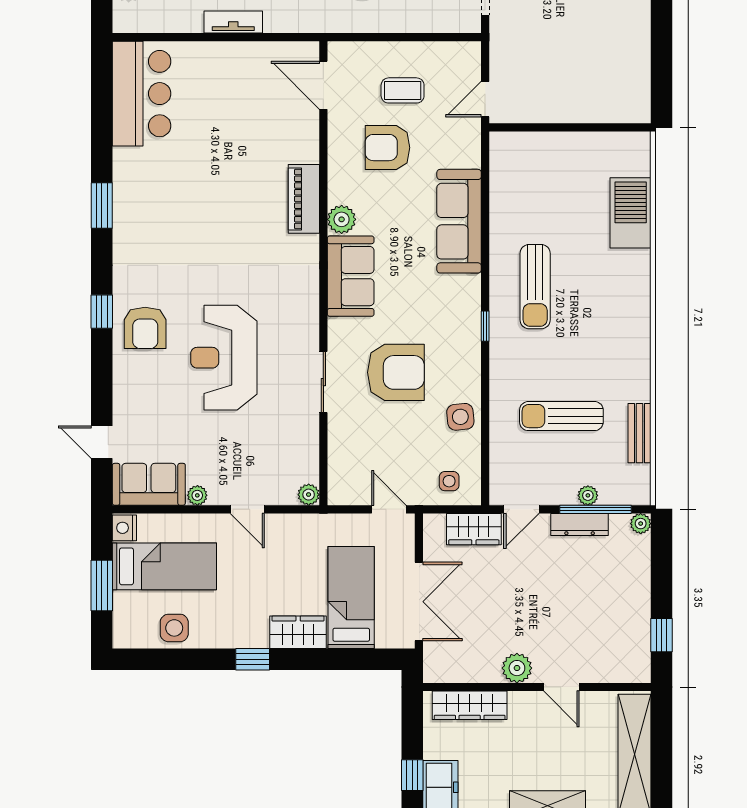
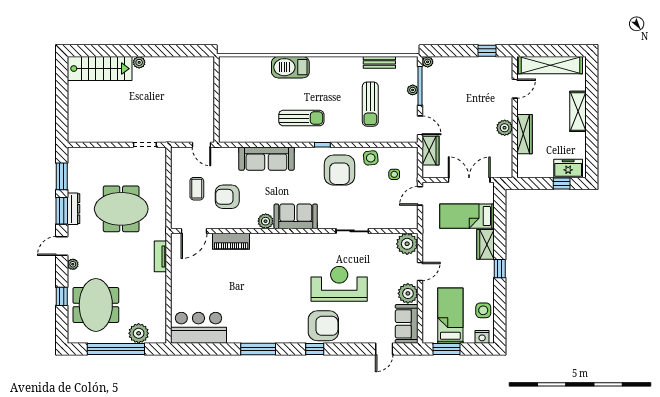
tv unit: (233, 22) -> (160, 256), moved
armchair: (387, 148) -> (227, 197), turned 90
piano: (304, 199) -> (231, 241), moved
window: (102, 205) -> (258, 349), width x1.44
barbecue: (631, 213) -> (290, 67), moved
armchair: (145, 328) -> (323, 326), width x1.36, depth x1.36
reception desk: (224, 358) -> (339, 284), turned 180
armchair: (396, 372) -> (339, 170), moved, turned 180
side table: (449, 481) -> (394, 174), moved
plant: (197, 495) -> (408, 293), width x1.88, depth x1.88
plant: (309, 495) -> (407, 244), width x1.88, depth x1.88
dresser: (580, 524) -> (428, 94), removed
nightstand: (124, 528) -> (482, 337), moved
window: (102, 586) -> (447, 349), moved
door: (561, 687) -> (515, 89), moved
wardrobe: (470, 705) -> (524, 134), moved

